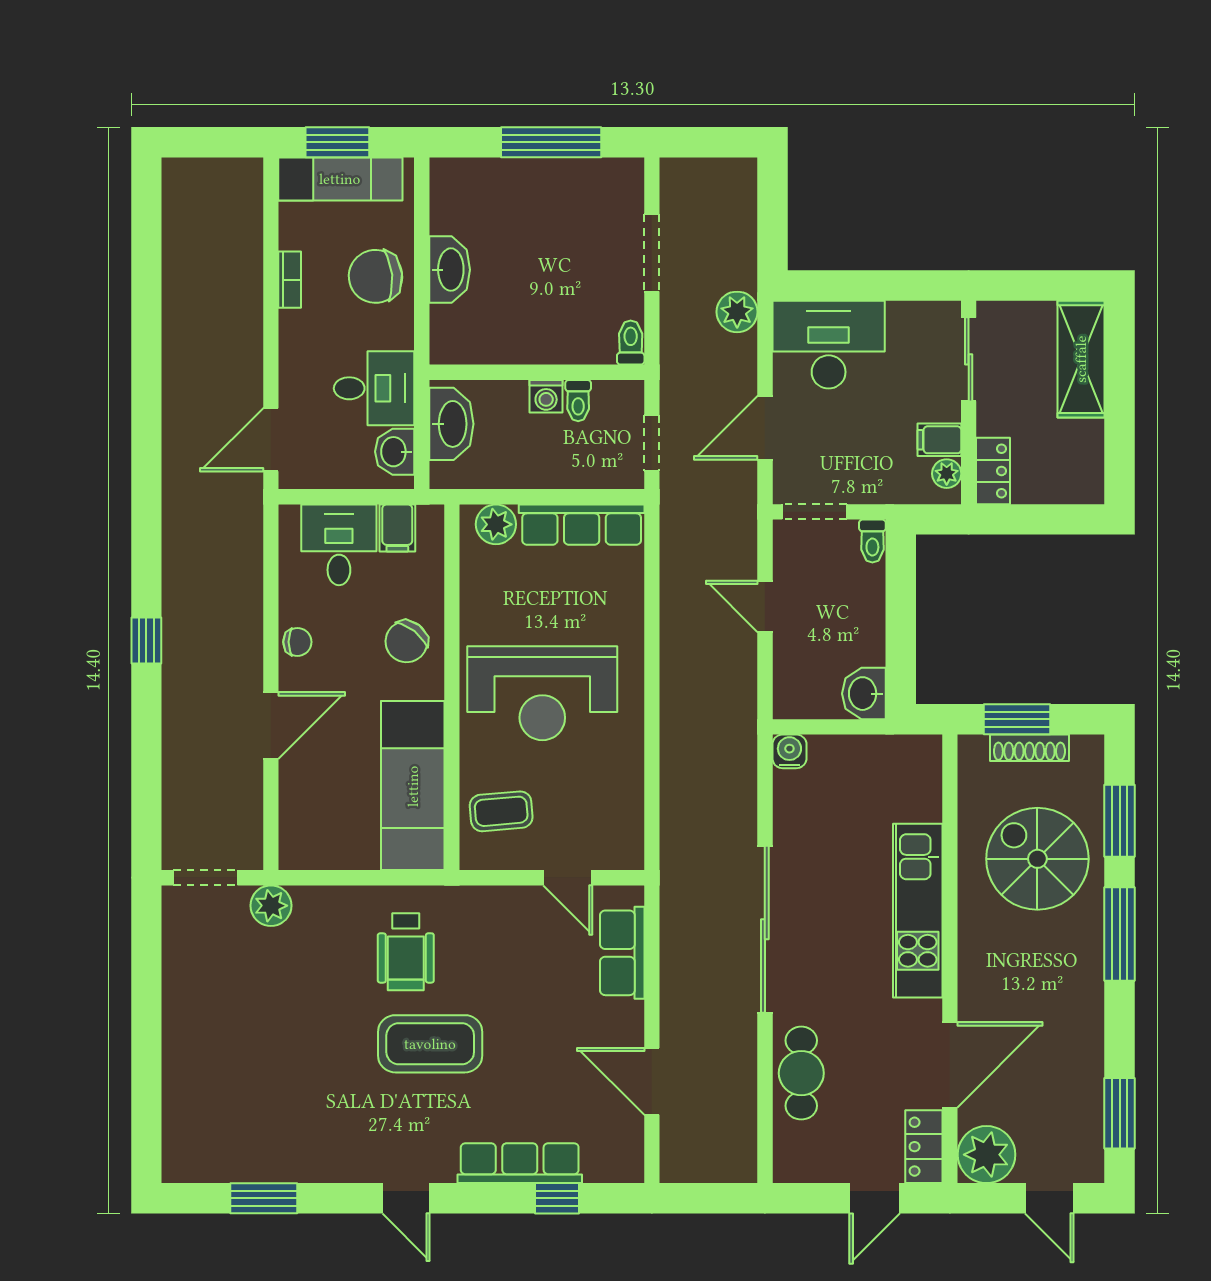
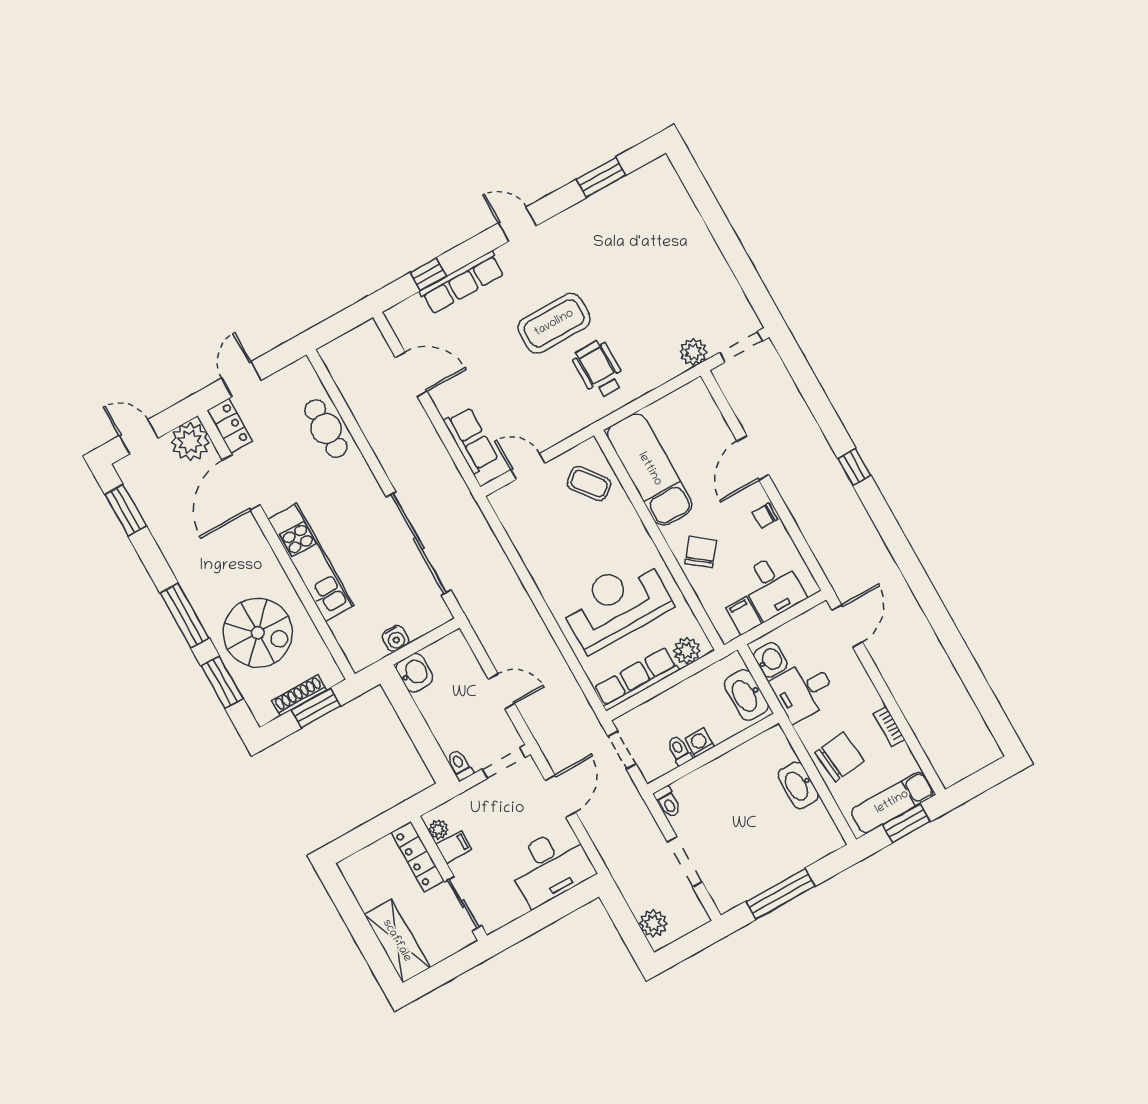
plant: (737, 312) -> (653, 923), moved
locker: (993, 471) -> (418, 857), width x1.53
reception desk: (542, 693) -> (616, 604), moved
water cooler: (789, 751) -> (395, 639), moved
coffee table: (501, 811) -> (589, 484), turned 57
sliding door: (765, 929) -> (419, 544), moved

